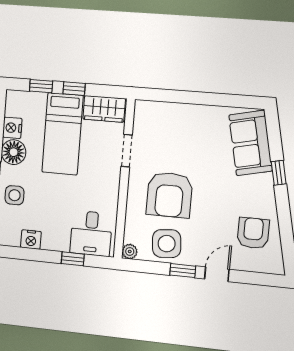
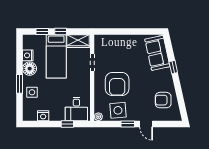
armchair: (253, 233) -> (163, 100), turned -90
door: (217, 274) -> (146, 124), swing flipped

